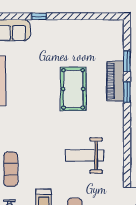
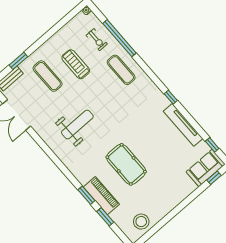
window: (39, 16) -> (214, 178), moved
stool: (101, 32) -> (141, 222), added

